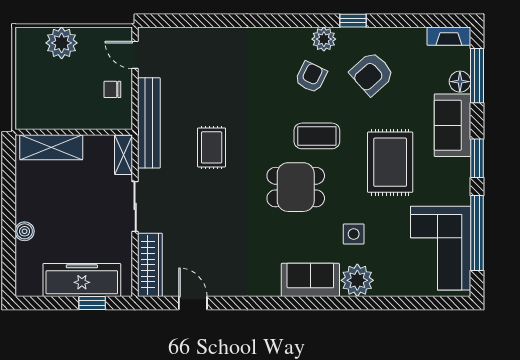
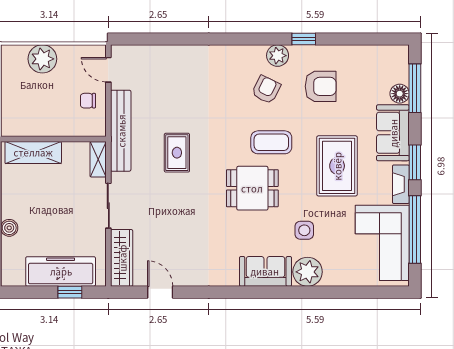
fireplace: (449, 36) -> (401, 184), moved, turned 90
armchair: (372, 74) -> (321, 86), turned -138

